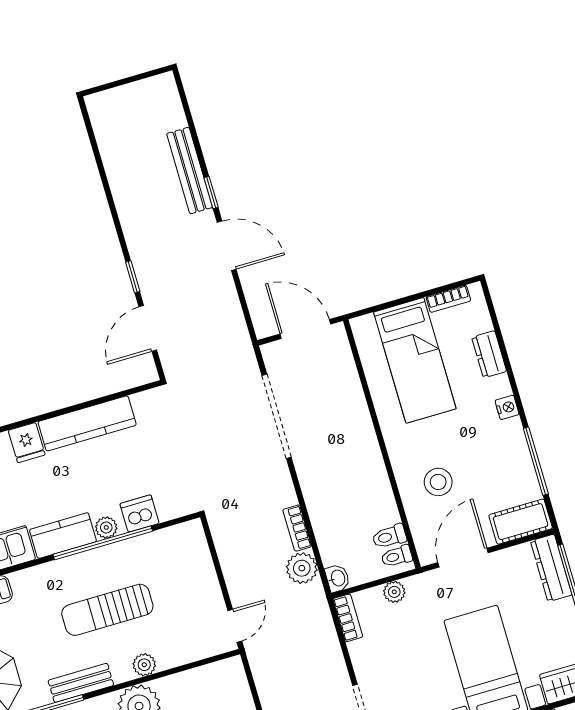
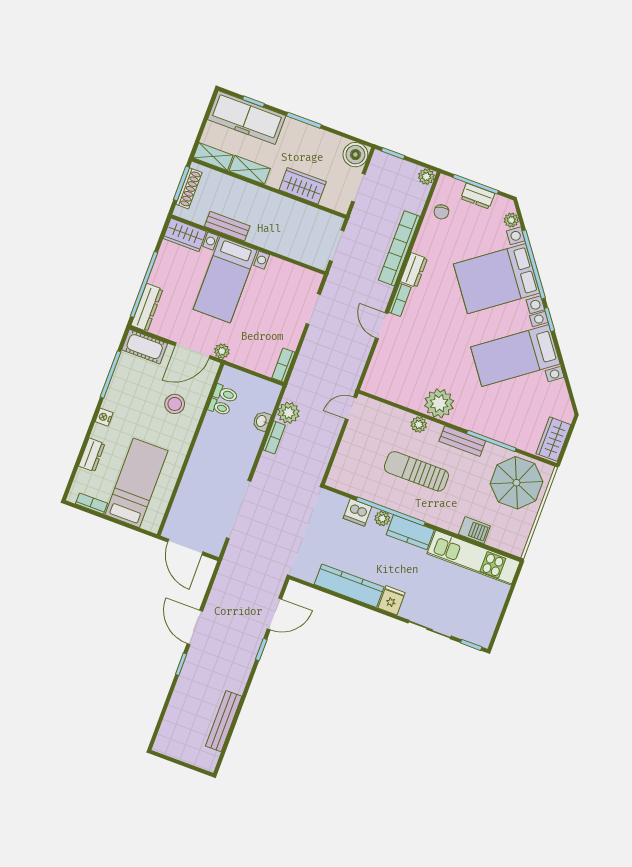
bench: (190, 171) -> (224, 721), moved
toilet: (397, 556) -> (219, 407), moved
washbasin: (337, 578) -> (262, 421), moved
plant: (394, 592) -> (222, 351), moved
sun lounger: (107, 610) -> (416, 471), turned 180

